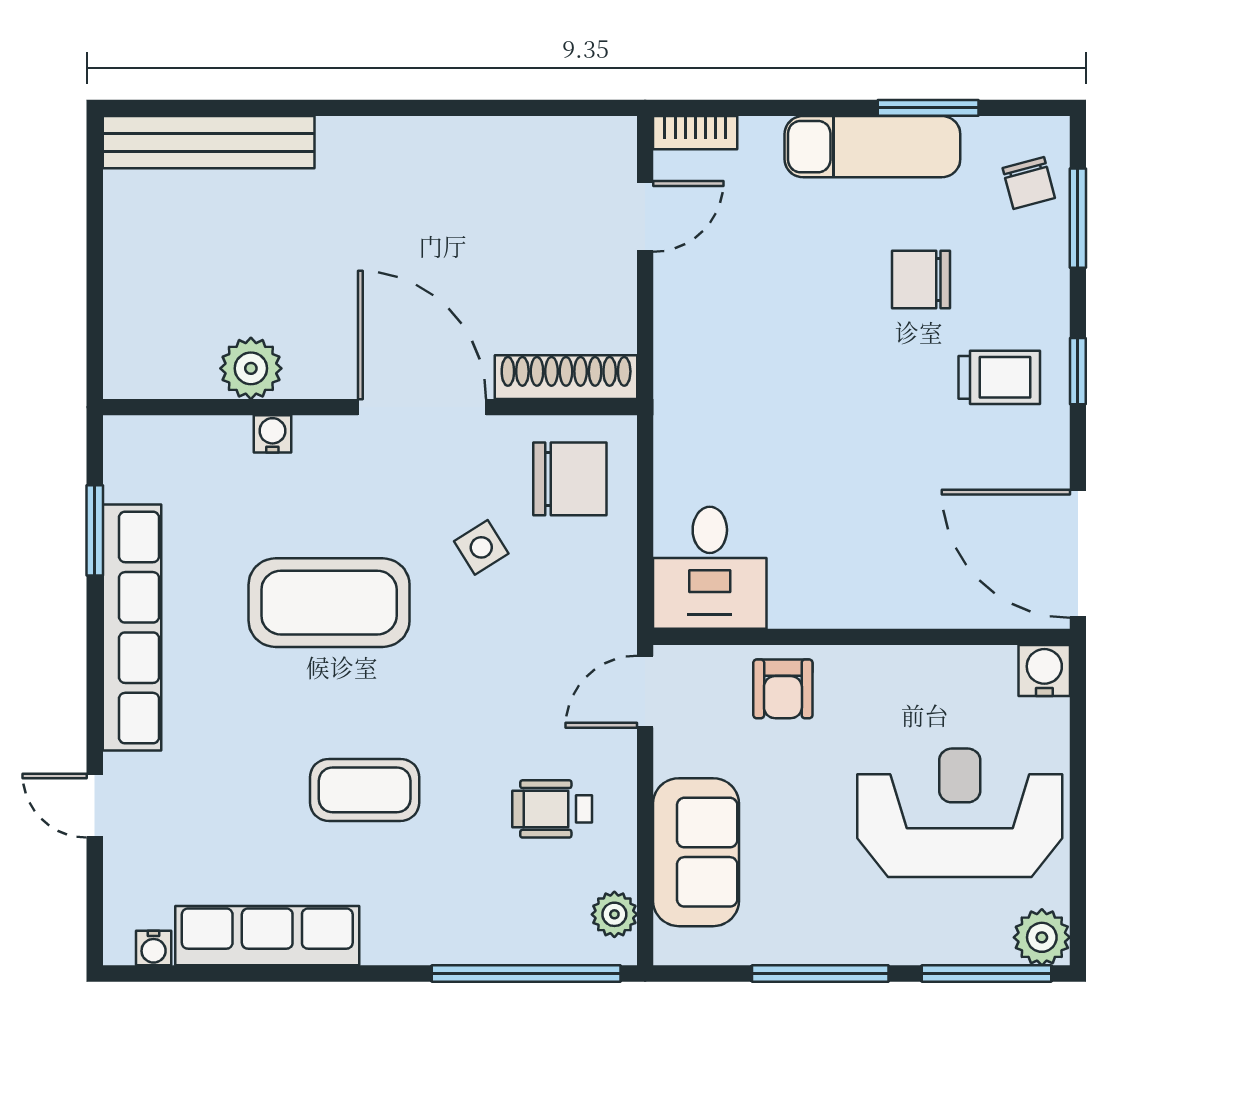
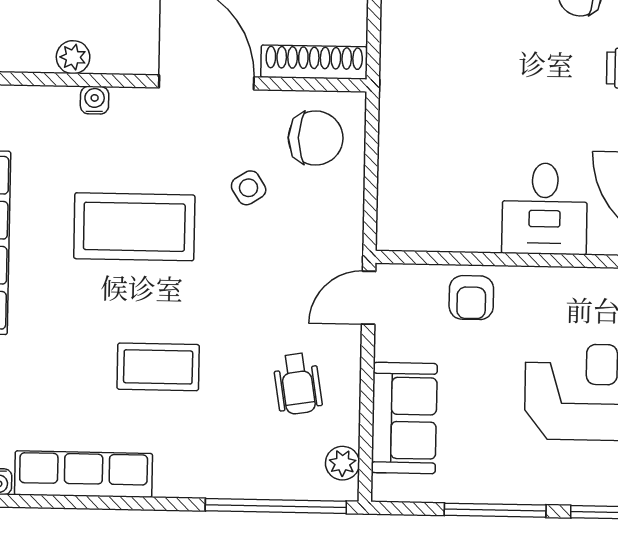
plant: (251, 368) -> (73, 57), width x0.73, depth x0.73
desk: (710, 568) -> (545, 209), moved
wheelchair: (552, 809) -> (298, 384), turned -99

